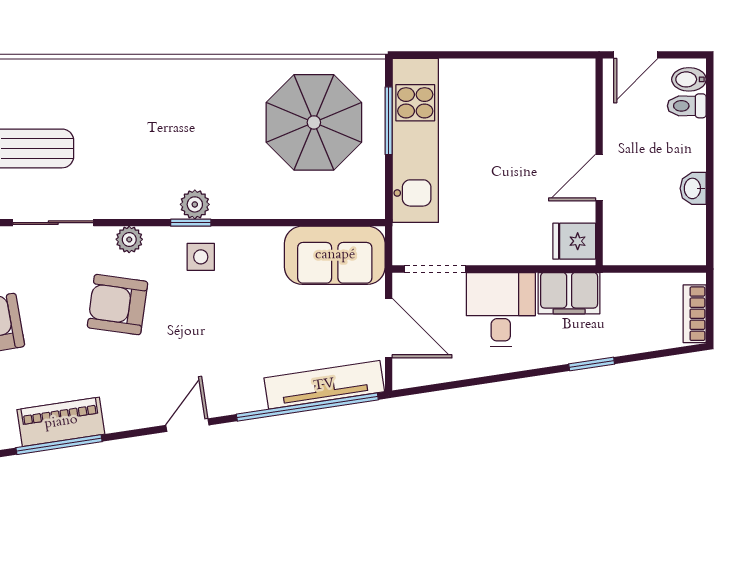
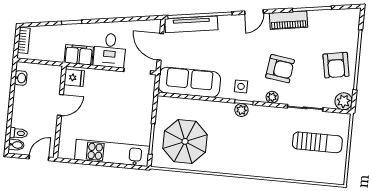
kitchen unit: (415, 140) -> (112, 153), moved, turned 90
washbasin: (693, 188) -> (21, 78), moved
sofa: (335, 255) -> (189, 82), width x1.36
piano: (61, 422) -> (288, 20), moved

